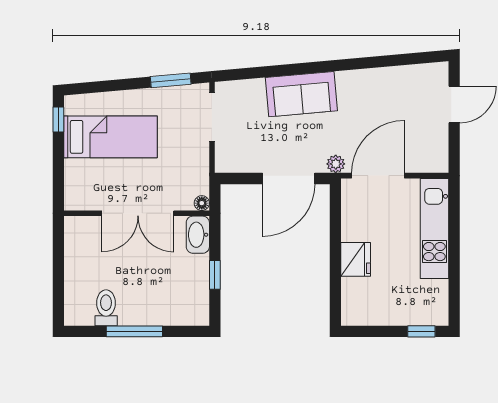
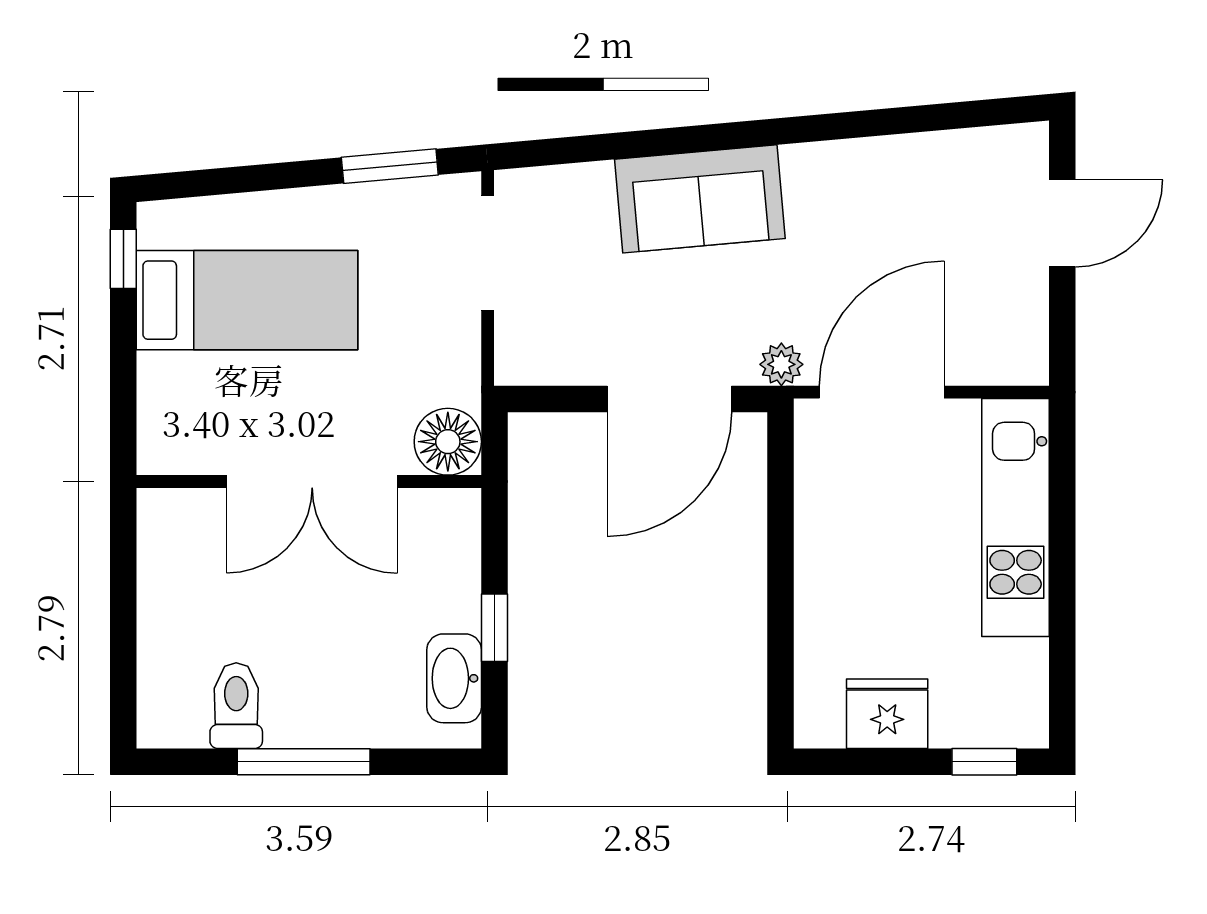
floor lamp: (202, 203) -> (448, 442), width x1.89, depth x1.89
washbasin: (198, 235) -> (454, 678), moved
fridge: (356, 259) -> (887, 714), moved, turned -90

